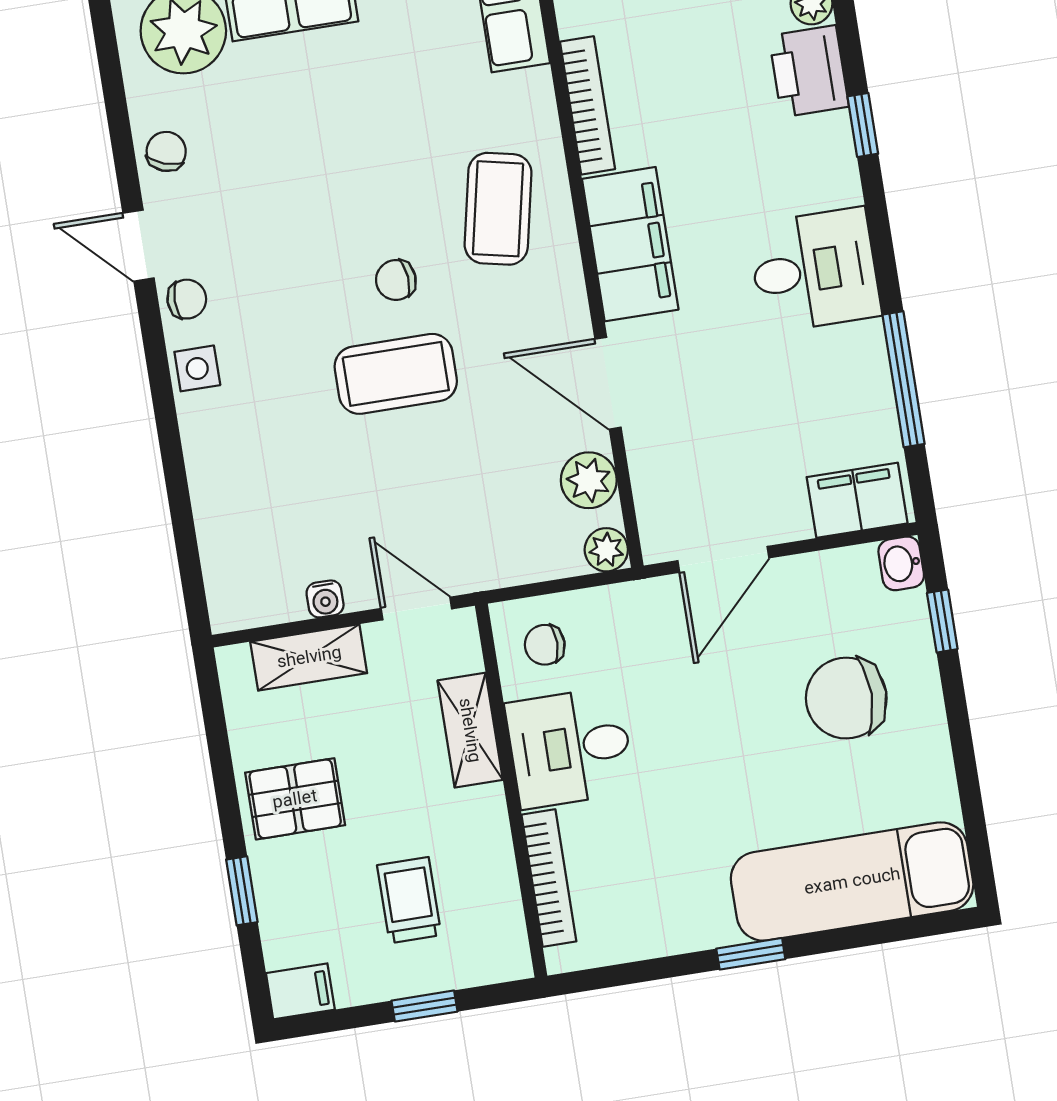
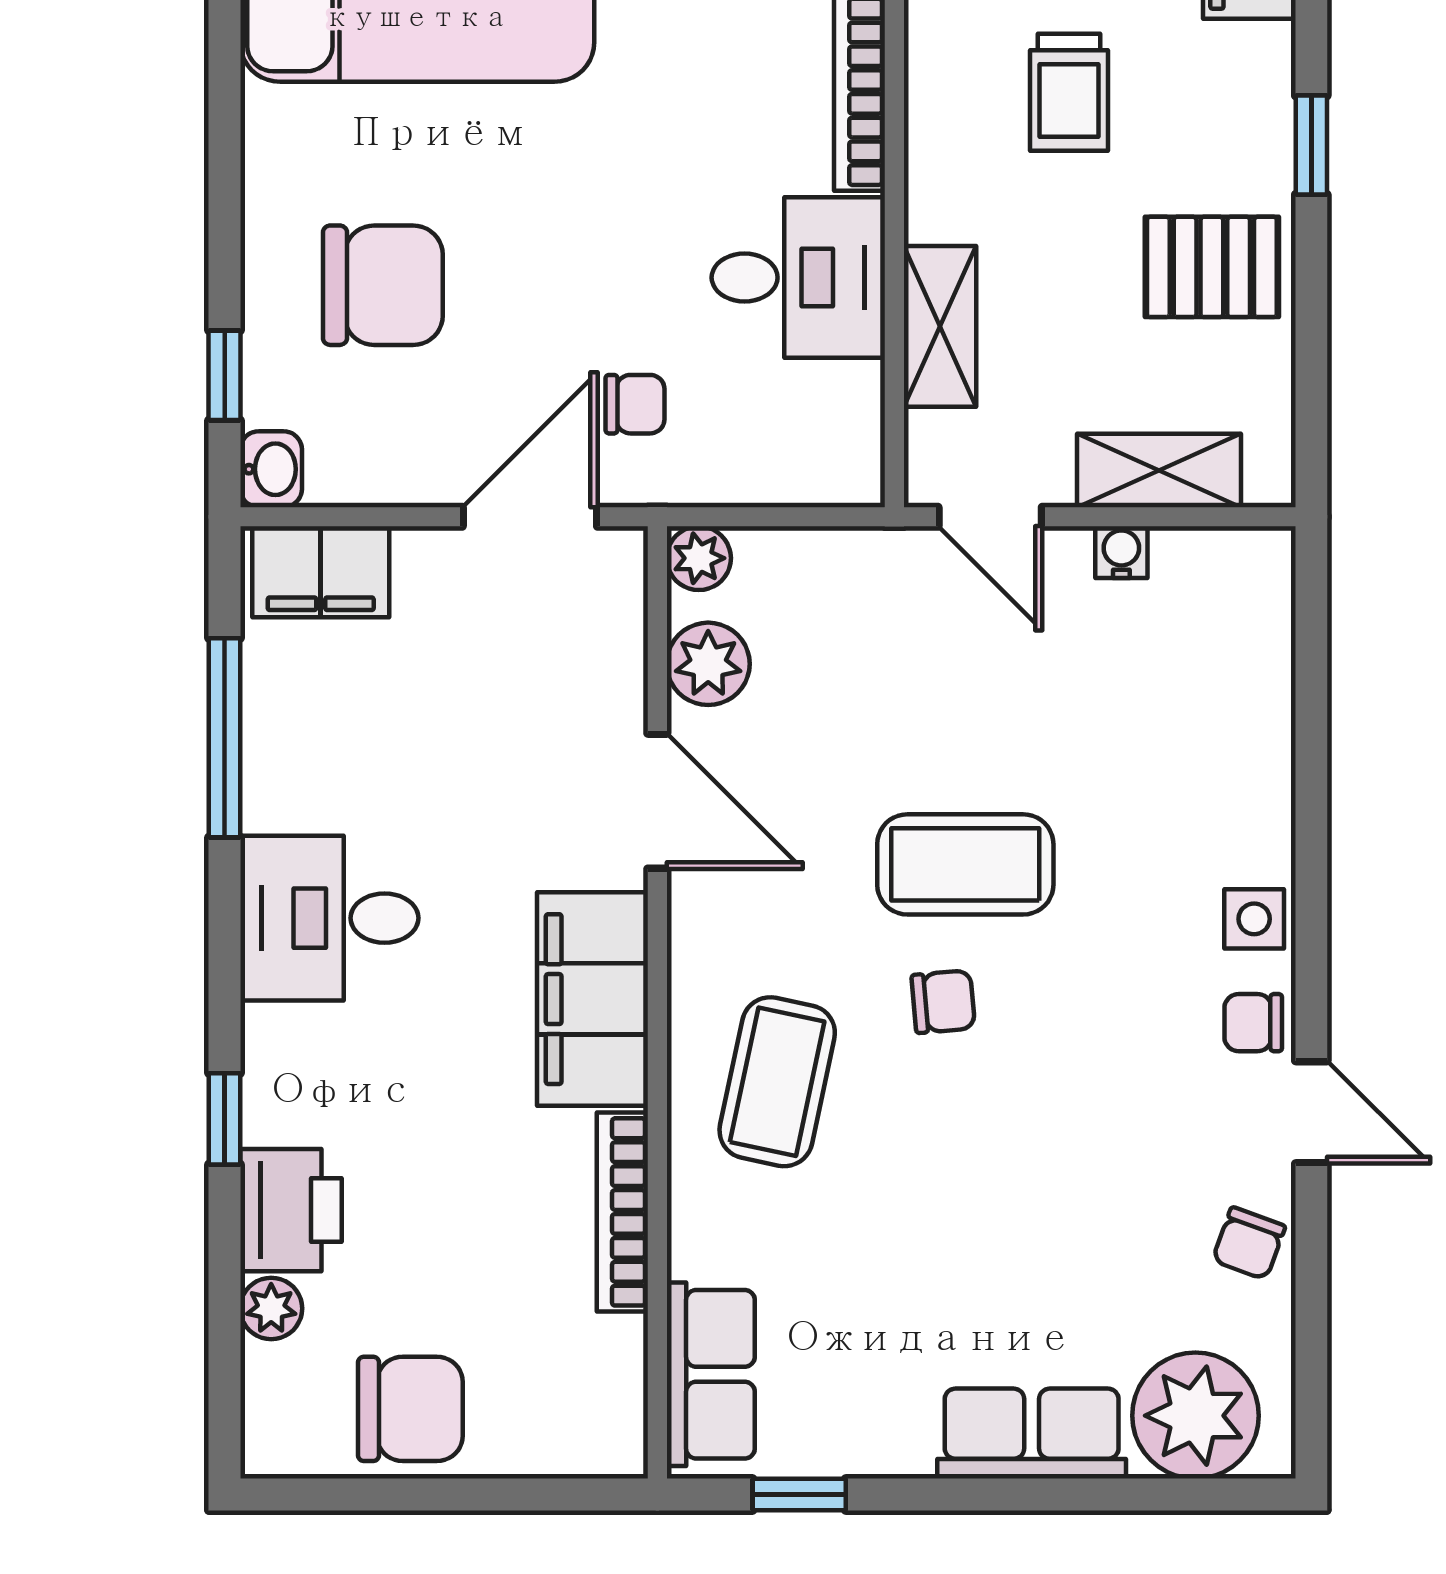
chair: (545, 645) -> (635, 404), moved

